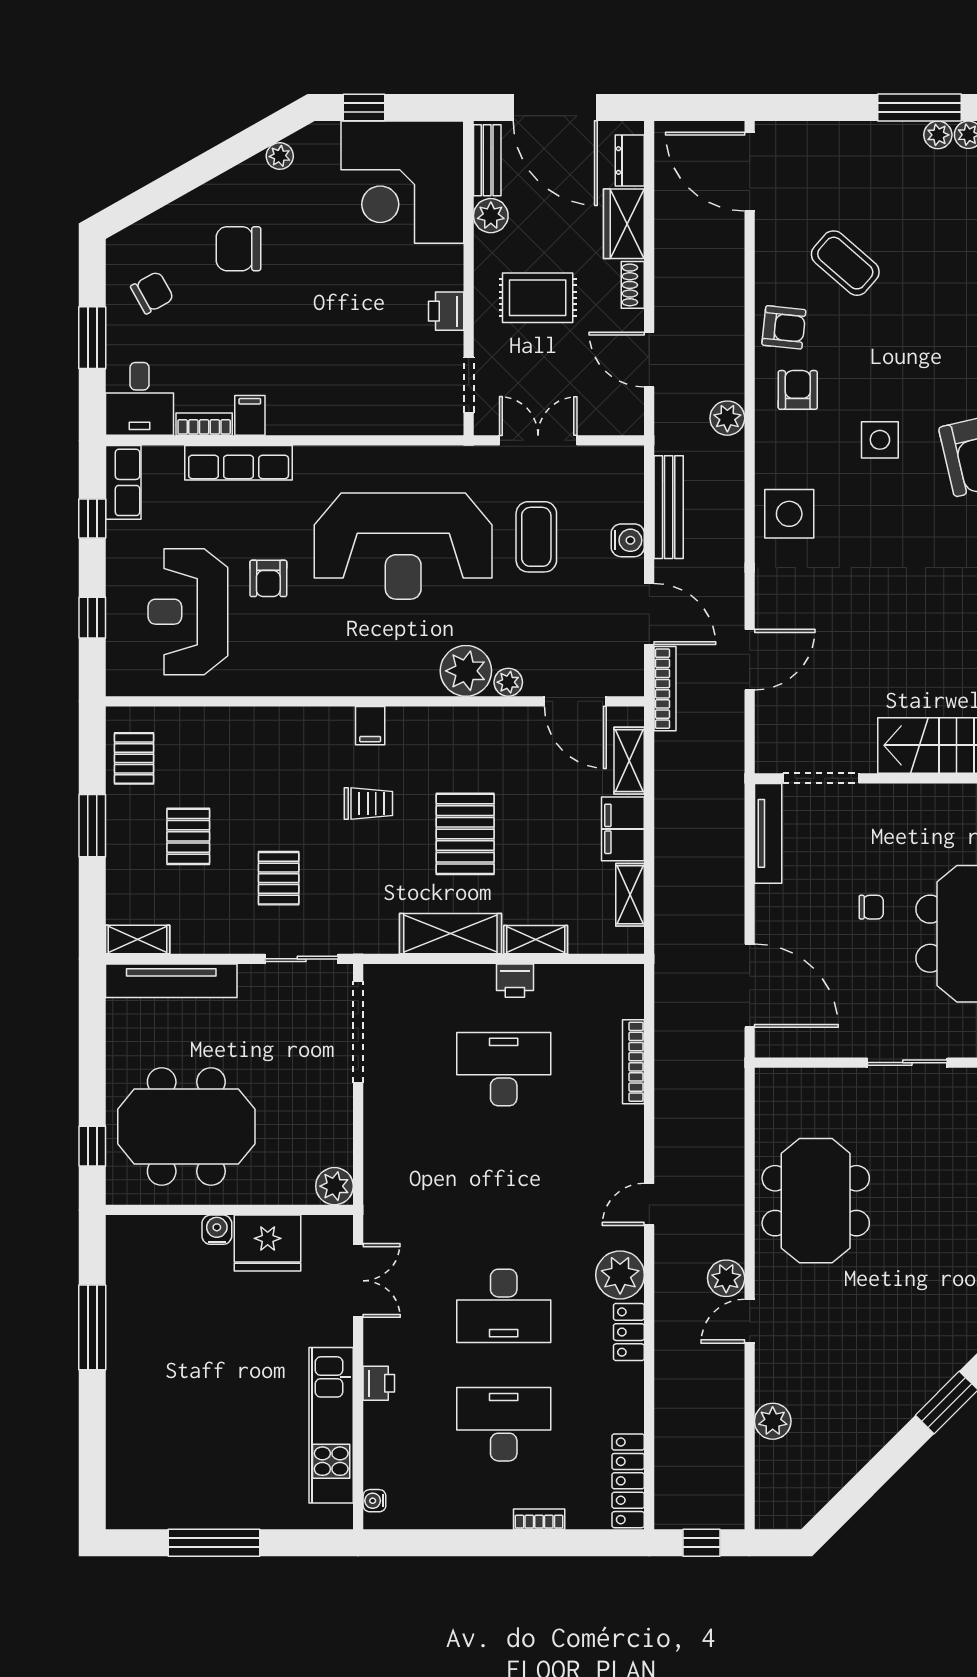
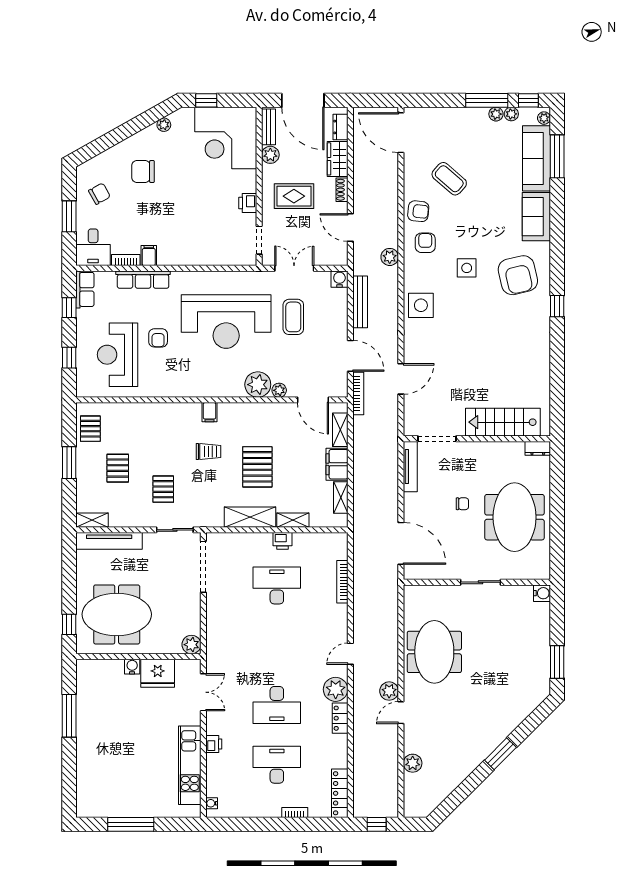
water cooler: (628, 540) -> (339, 279), moved, turned -90

